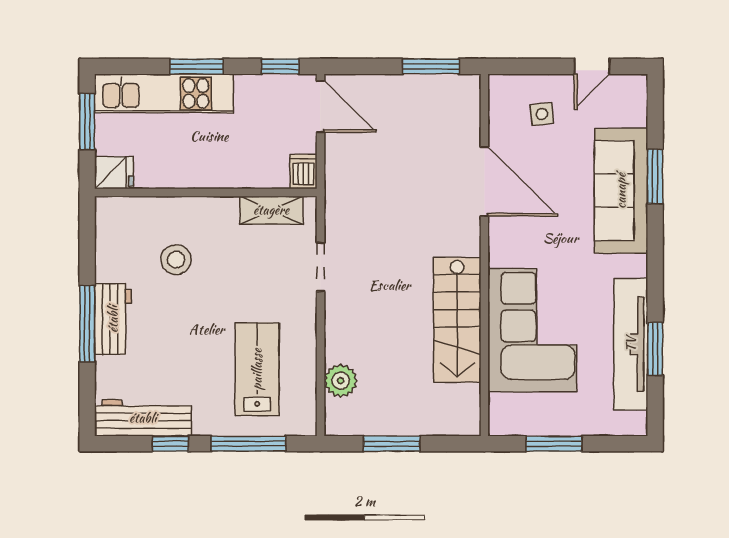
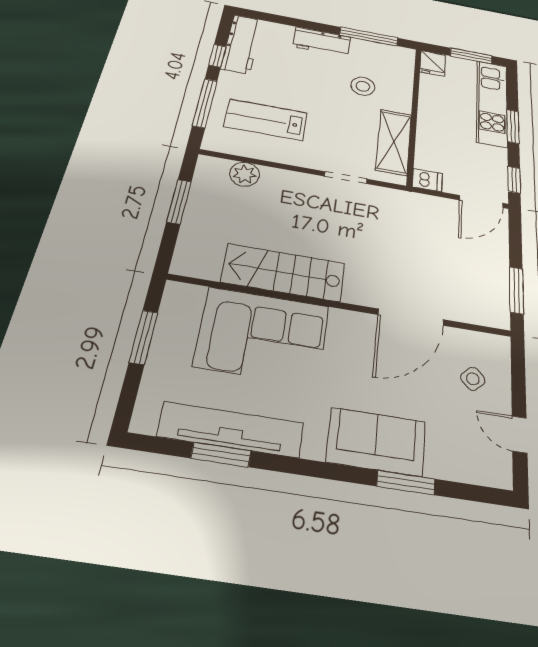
side table: (542, 114) -> (473, 379), turned -37
sofa: (621, 191) -> (376, 442), width x0.73
shelving: (271, 210) -> (394, 142), width x1.50, depth x1.33
window: (87, 324) -> (369, 36), moved
lab bench: (257, 369) -> (266, 120), turned 180

